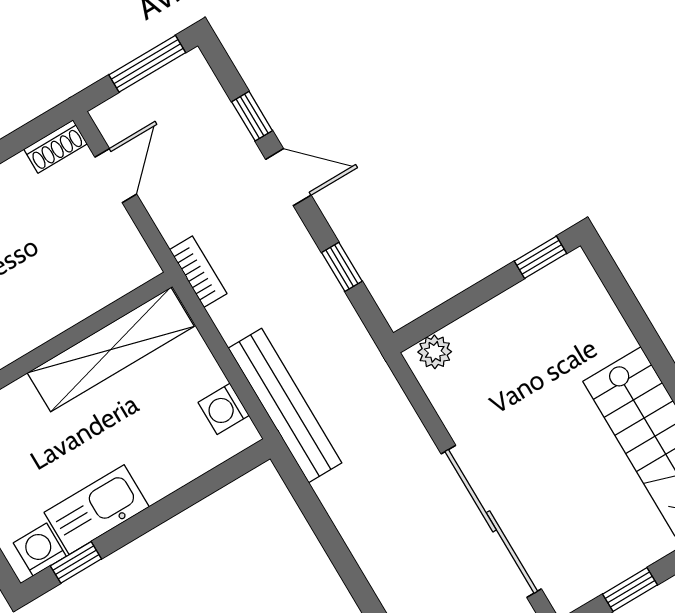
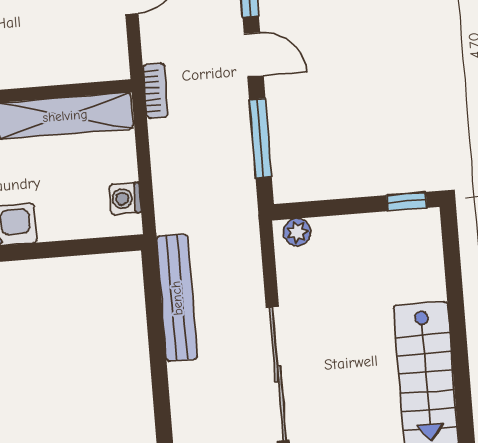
window: (342, 267) -> (260, 138), width x2.17
bench: (285, 406) -> (177, 298), moved

